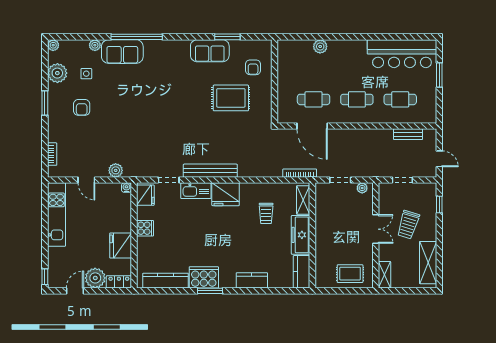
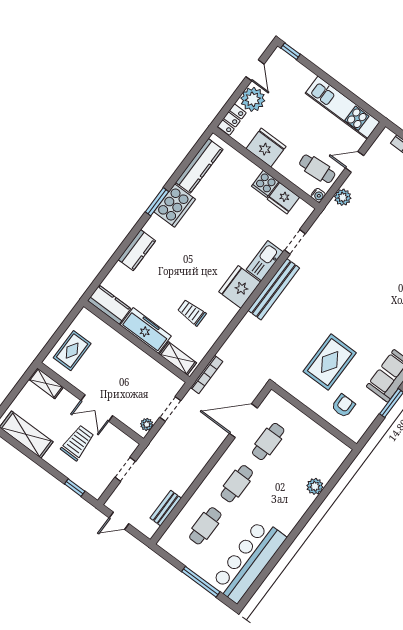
armchair: (253, 67) -> (343, 406), turned 90
window: (439, 75) -> (201, 582), width x1.44
fridge: (145, 195) -> (283, 198), moved
cafe table: (109, 201) -> (317, 169), added
trolley: (408, 225) -> (78, 443), turned 73

